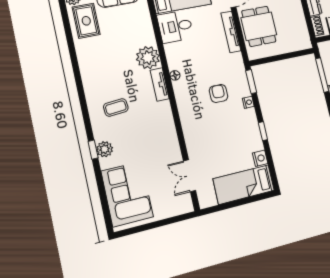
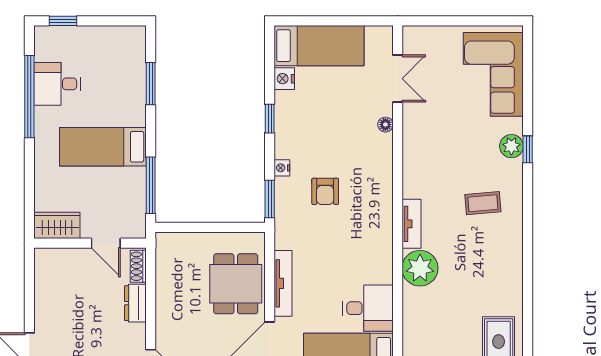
floor lamp: (175, 75) -> (385, 125), moved

